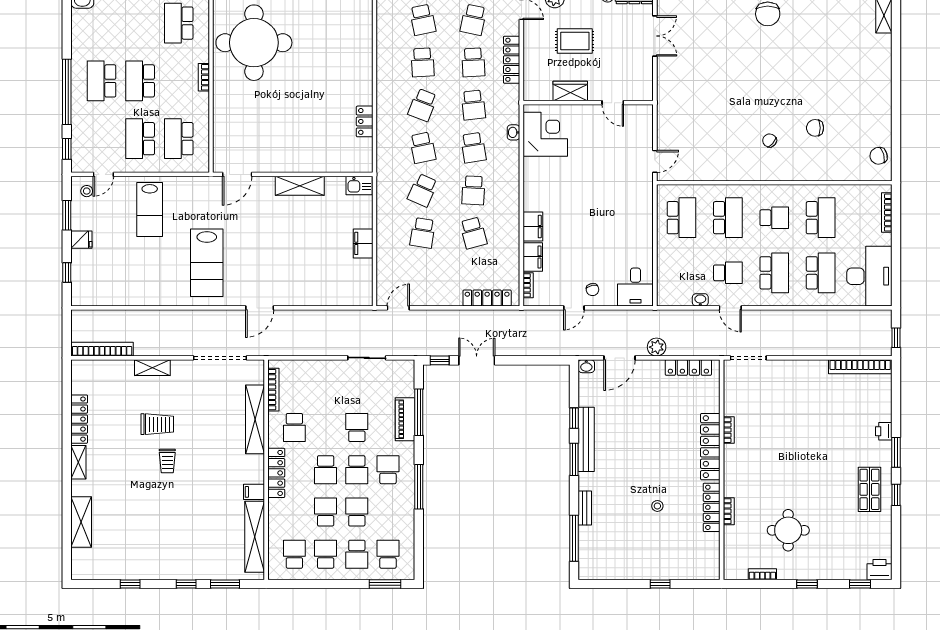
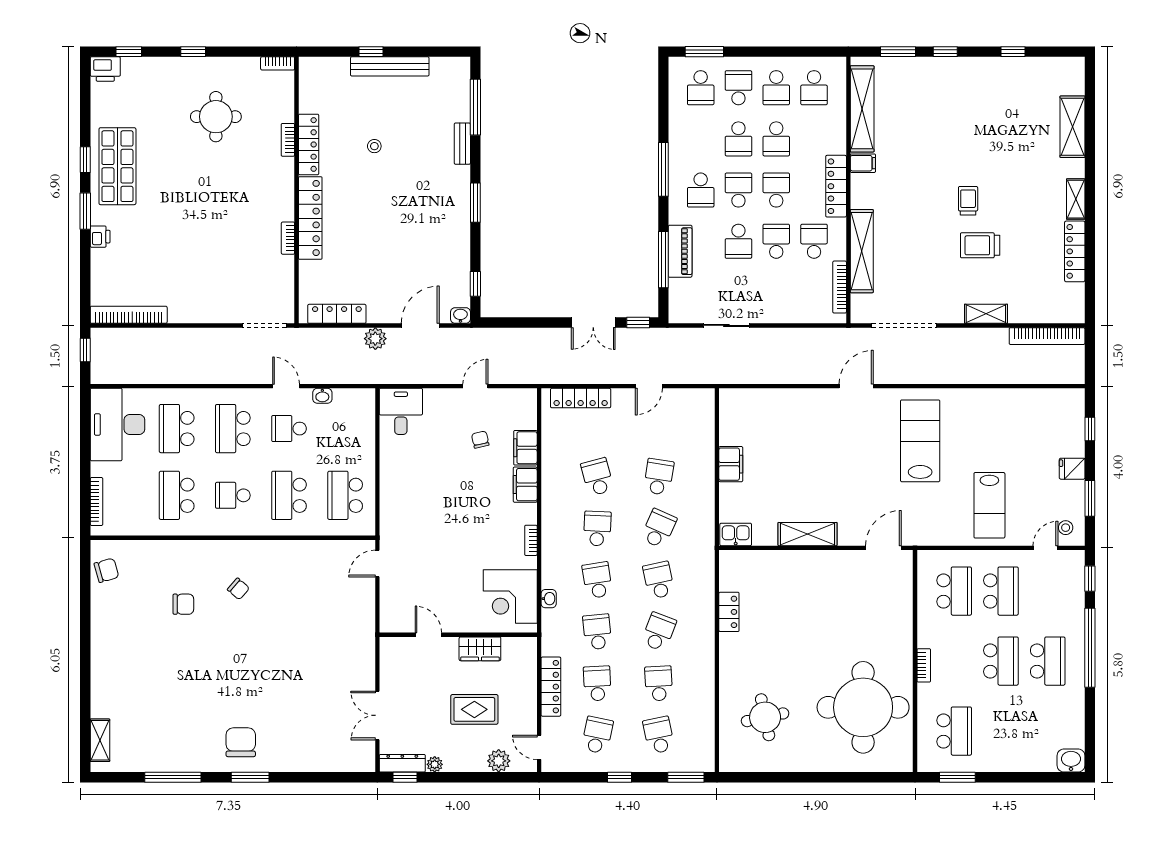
round table: (335, 34) -> (765, 717), added
lab bench: (150, 209) -> (989, 505), turned 180
bookcase: (528, 285) -> (531, 540), moved
chair: (592, 290) -> (480, 440), moved
door: (398, 308) -> (649, 386), moved
window: (574, 418) -> (475, 284), moved
school desk: (326, 427) -> (776, 241), added
bench: (586, 439) -> (390, 66), moved, turned 90
shop shelf: (869, 489) -> (117, 166), width x1.43, depth x1.36
bookcase: (762, 574) -> (278, 63), moved

